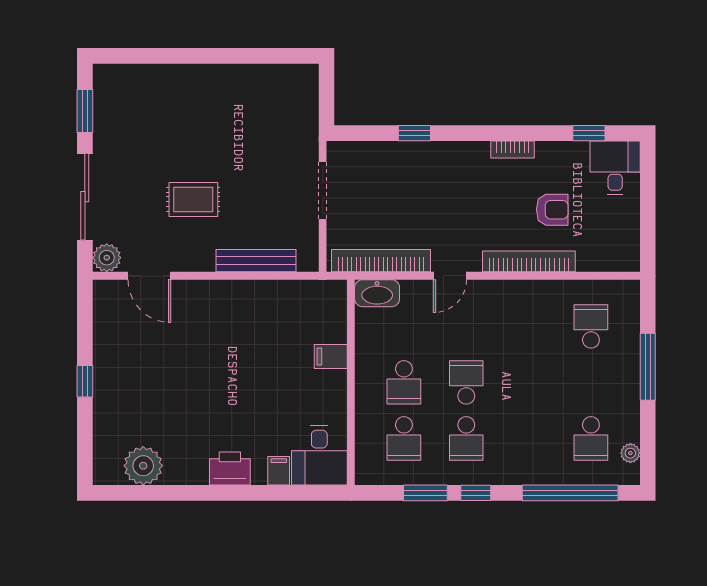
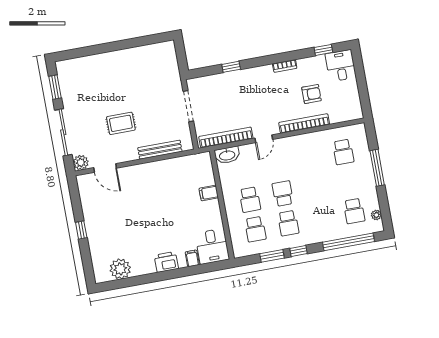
school desk: (591, 326) -> (343, 152), turned 180

